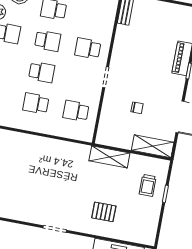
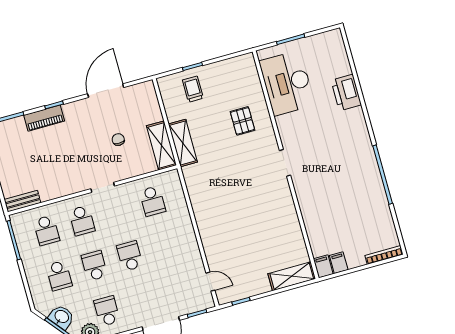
school desk: (36, 103) -> (47, 230), moved
shelving: (153, 146) -> (161, 145), moved
trolley: (148, 185) -> (193, 89), turned -90

